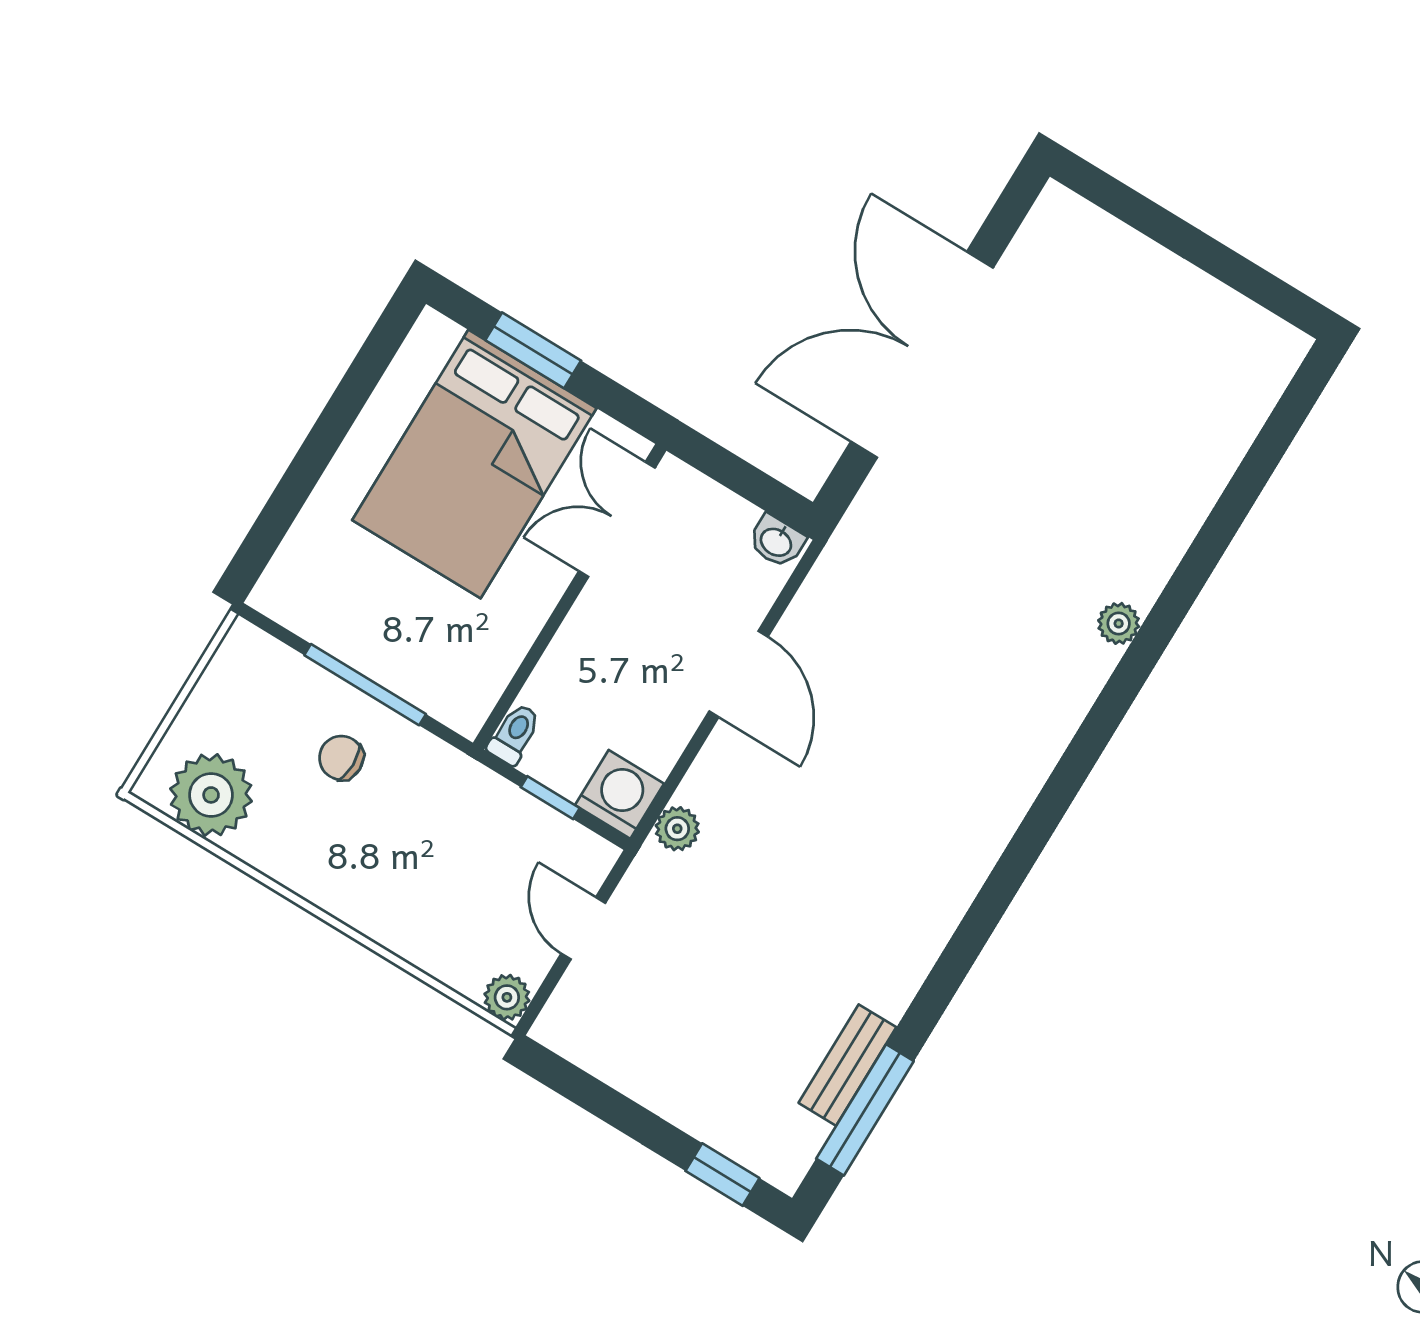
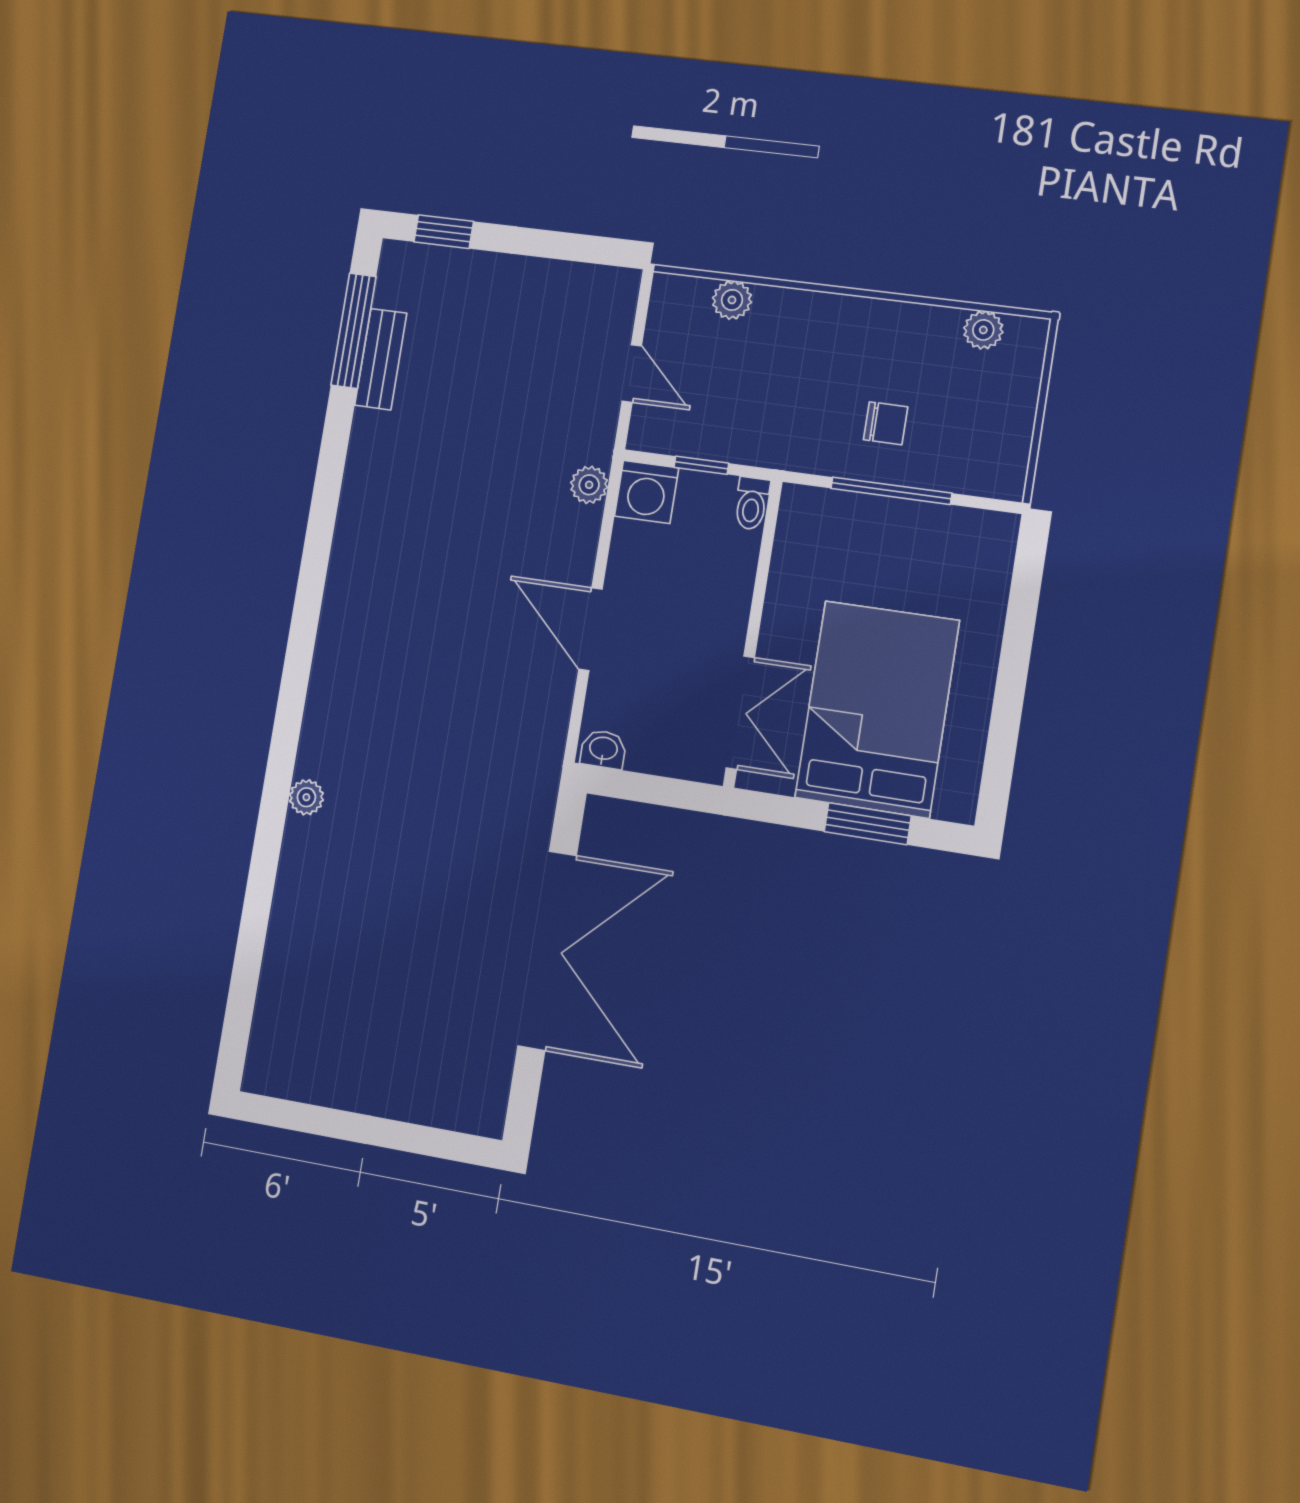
plant: (211, 795) -> (983, 330), width x0.53, depth x0.53
plant: (507, 997) -> (732, 300), moved

